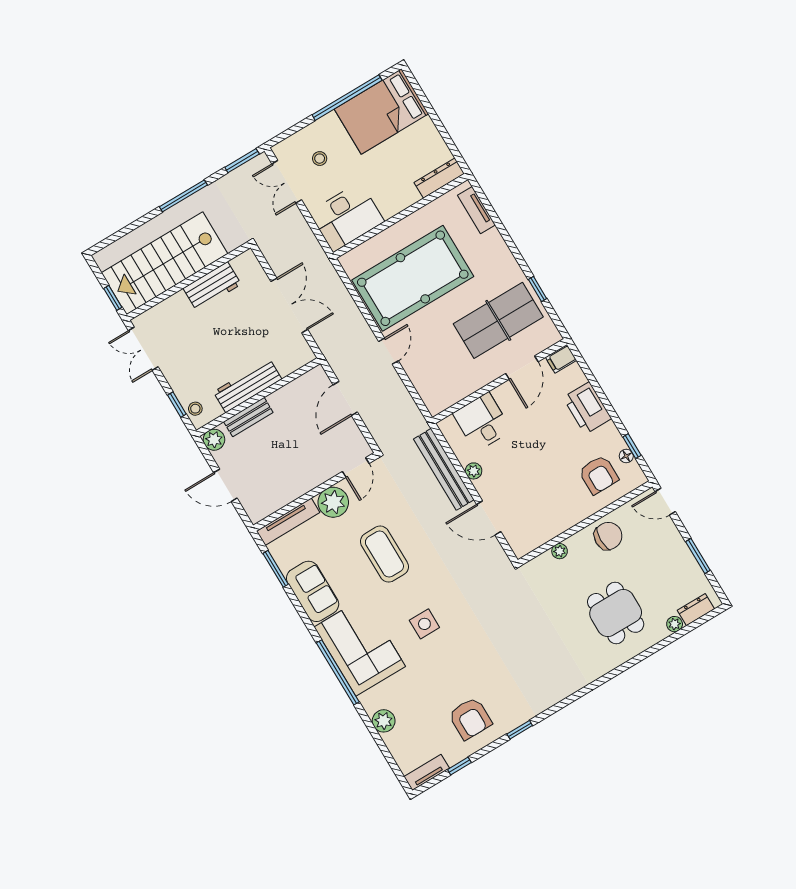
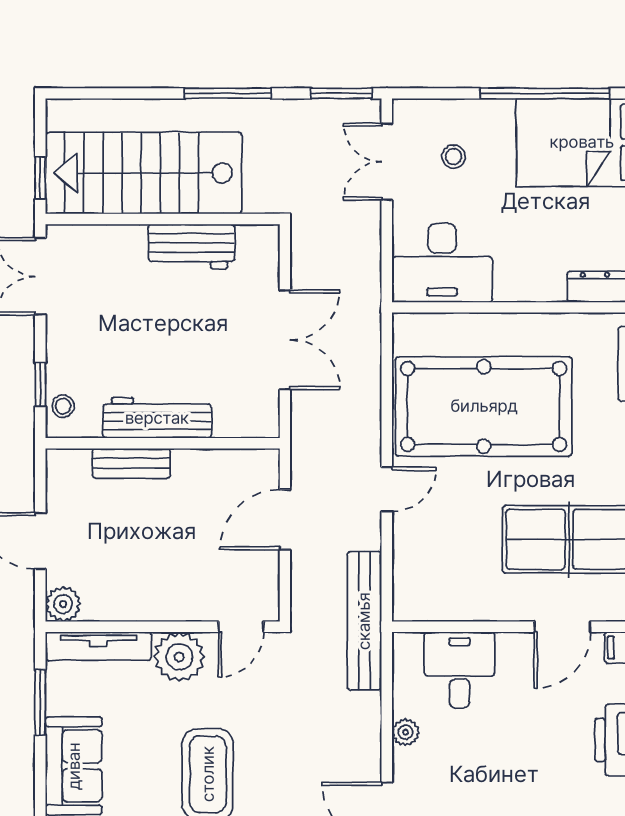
plant: (214, 440) -> (63, 604), moved
bench: (444, 469) -> (364, 621), moved

